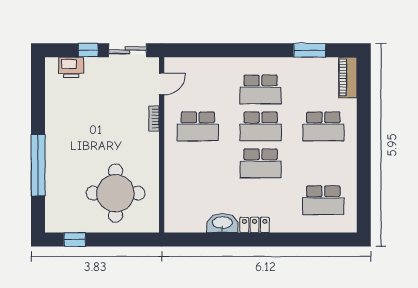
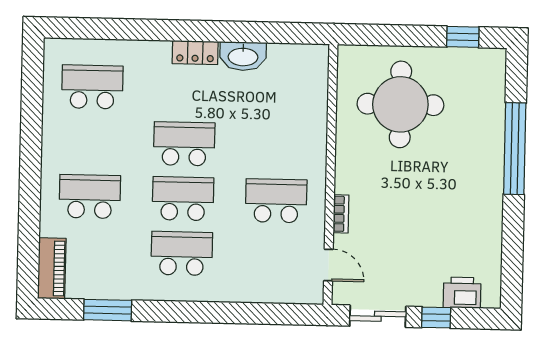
door: (162, 84) -> (328, 265), swing flipped

